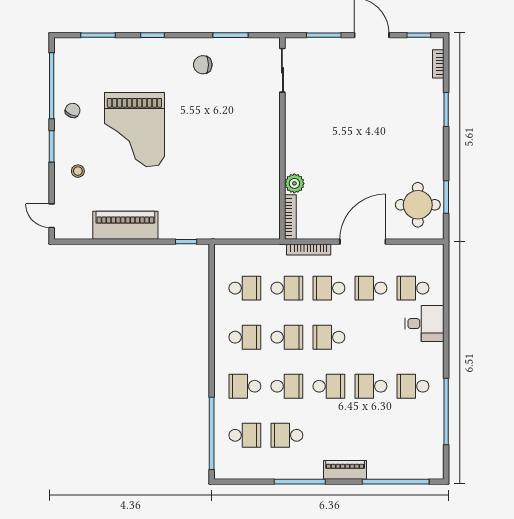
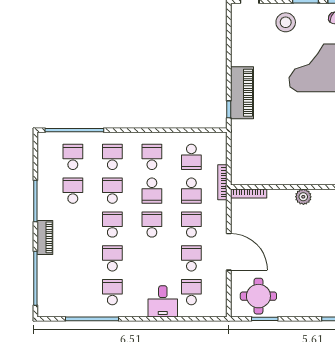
stool: (78, 171) -> (286, 22), width x1.89, depth x1.89
plant: (294, 183) -> (303, 197), moved
piano: (125, 225) -> (242, 93), moved
bookcase: (309, 250) -> (222, 182), moved
school desk: (245, 337) -> (152, 157), turned 180
school desk: (287, 386) -> (112, 191), turned 180
school desk: (329, 386) -> (112, 225), turned 180
school desk: (245, 435) -> (73, 157), turned 180

